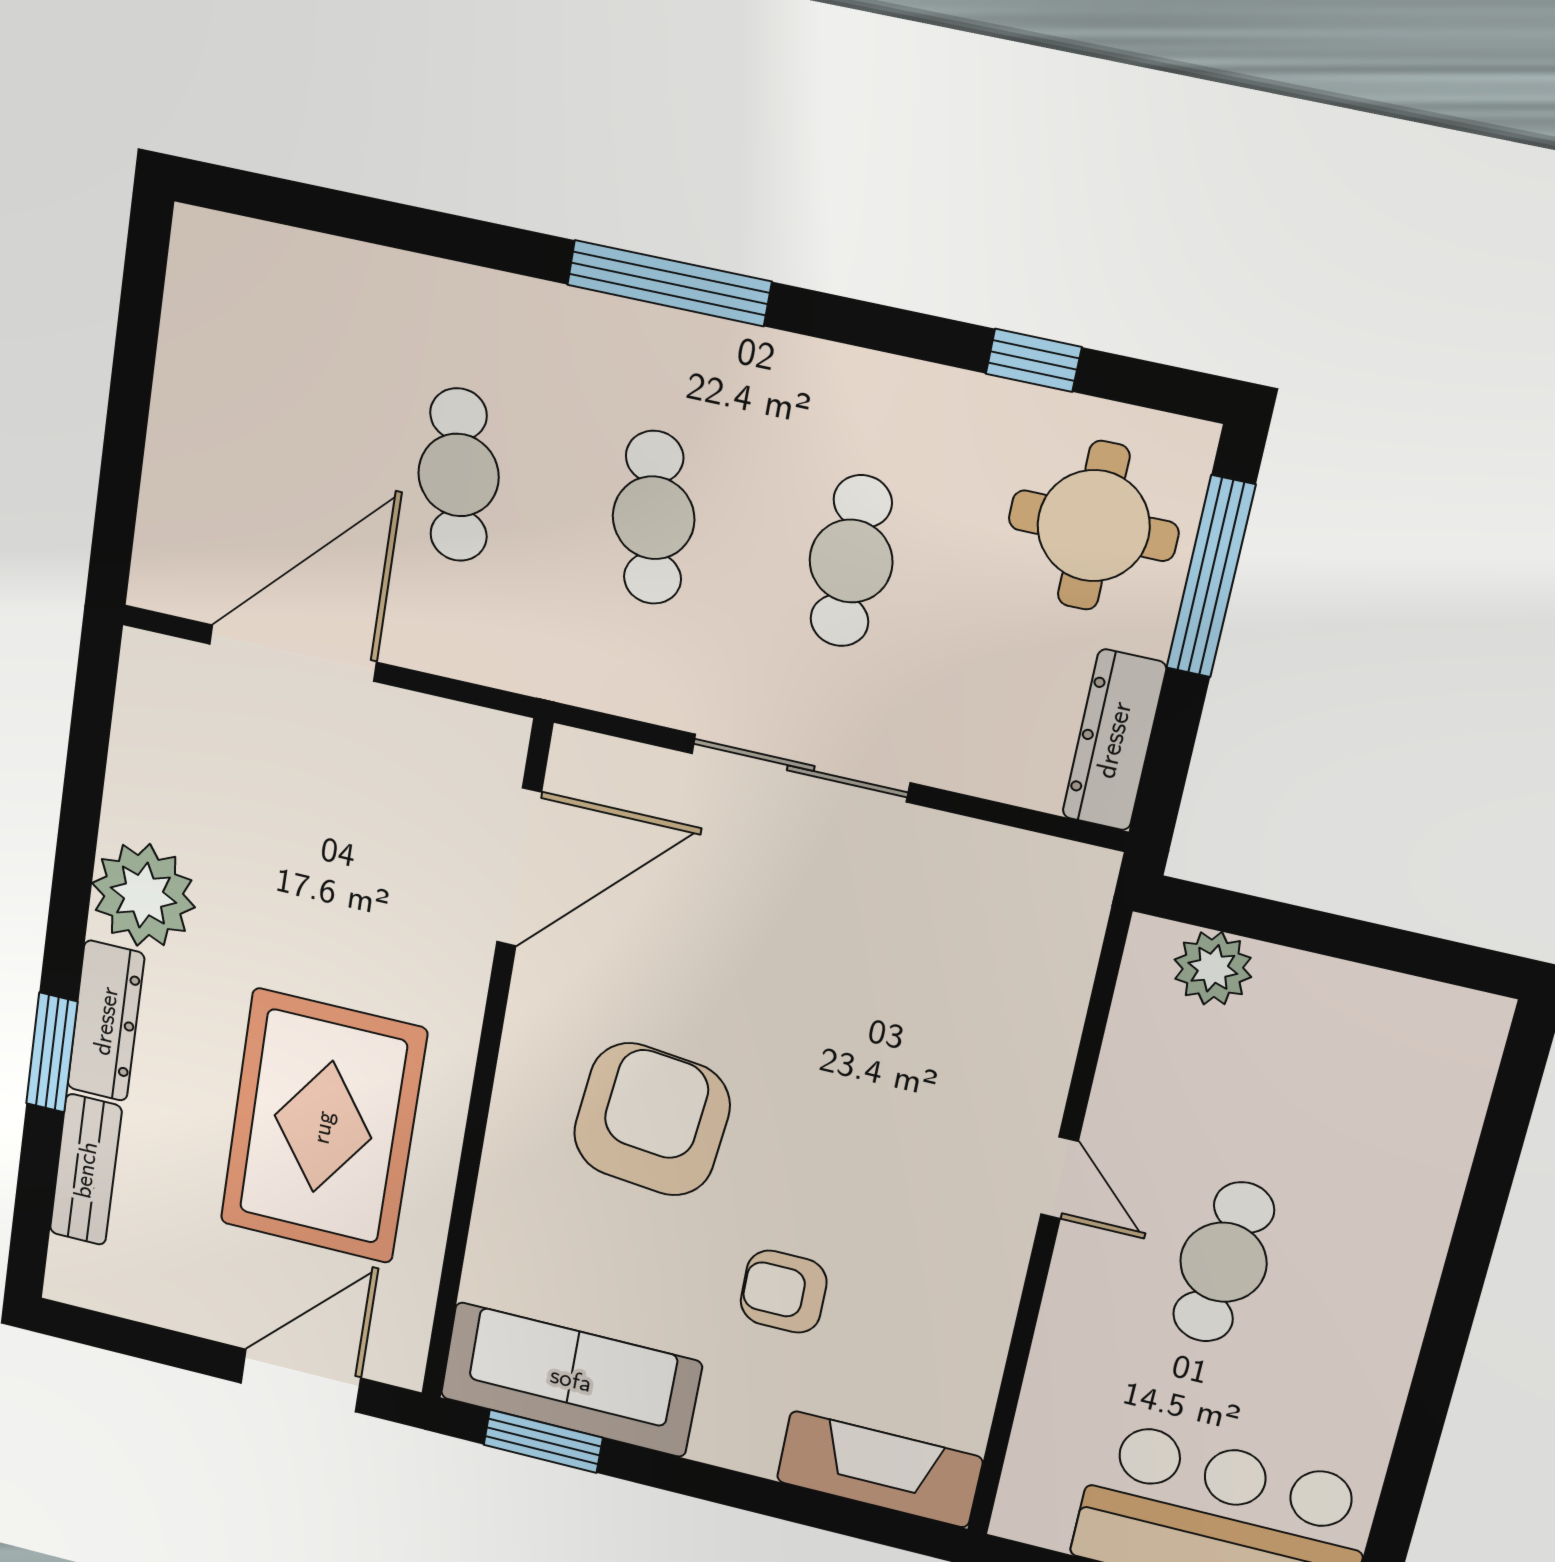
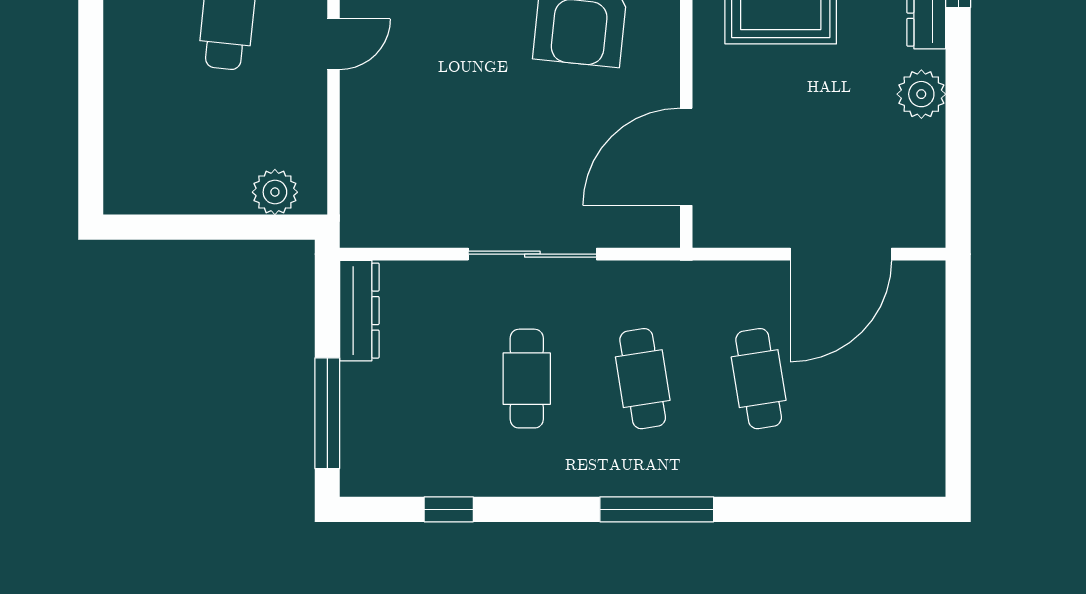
round table: (1094, 526) -> (397, 427), removed
plant: (143, 895) -> (921, 94), width x0.73, depth x0.73
door: (1059, 1178) -> (333, 44), swing flipped

